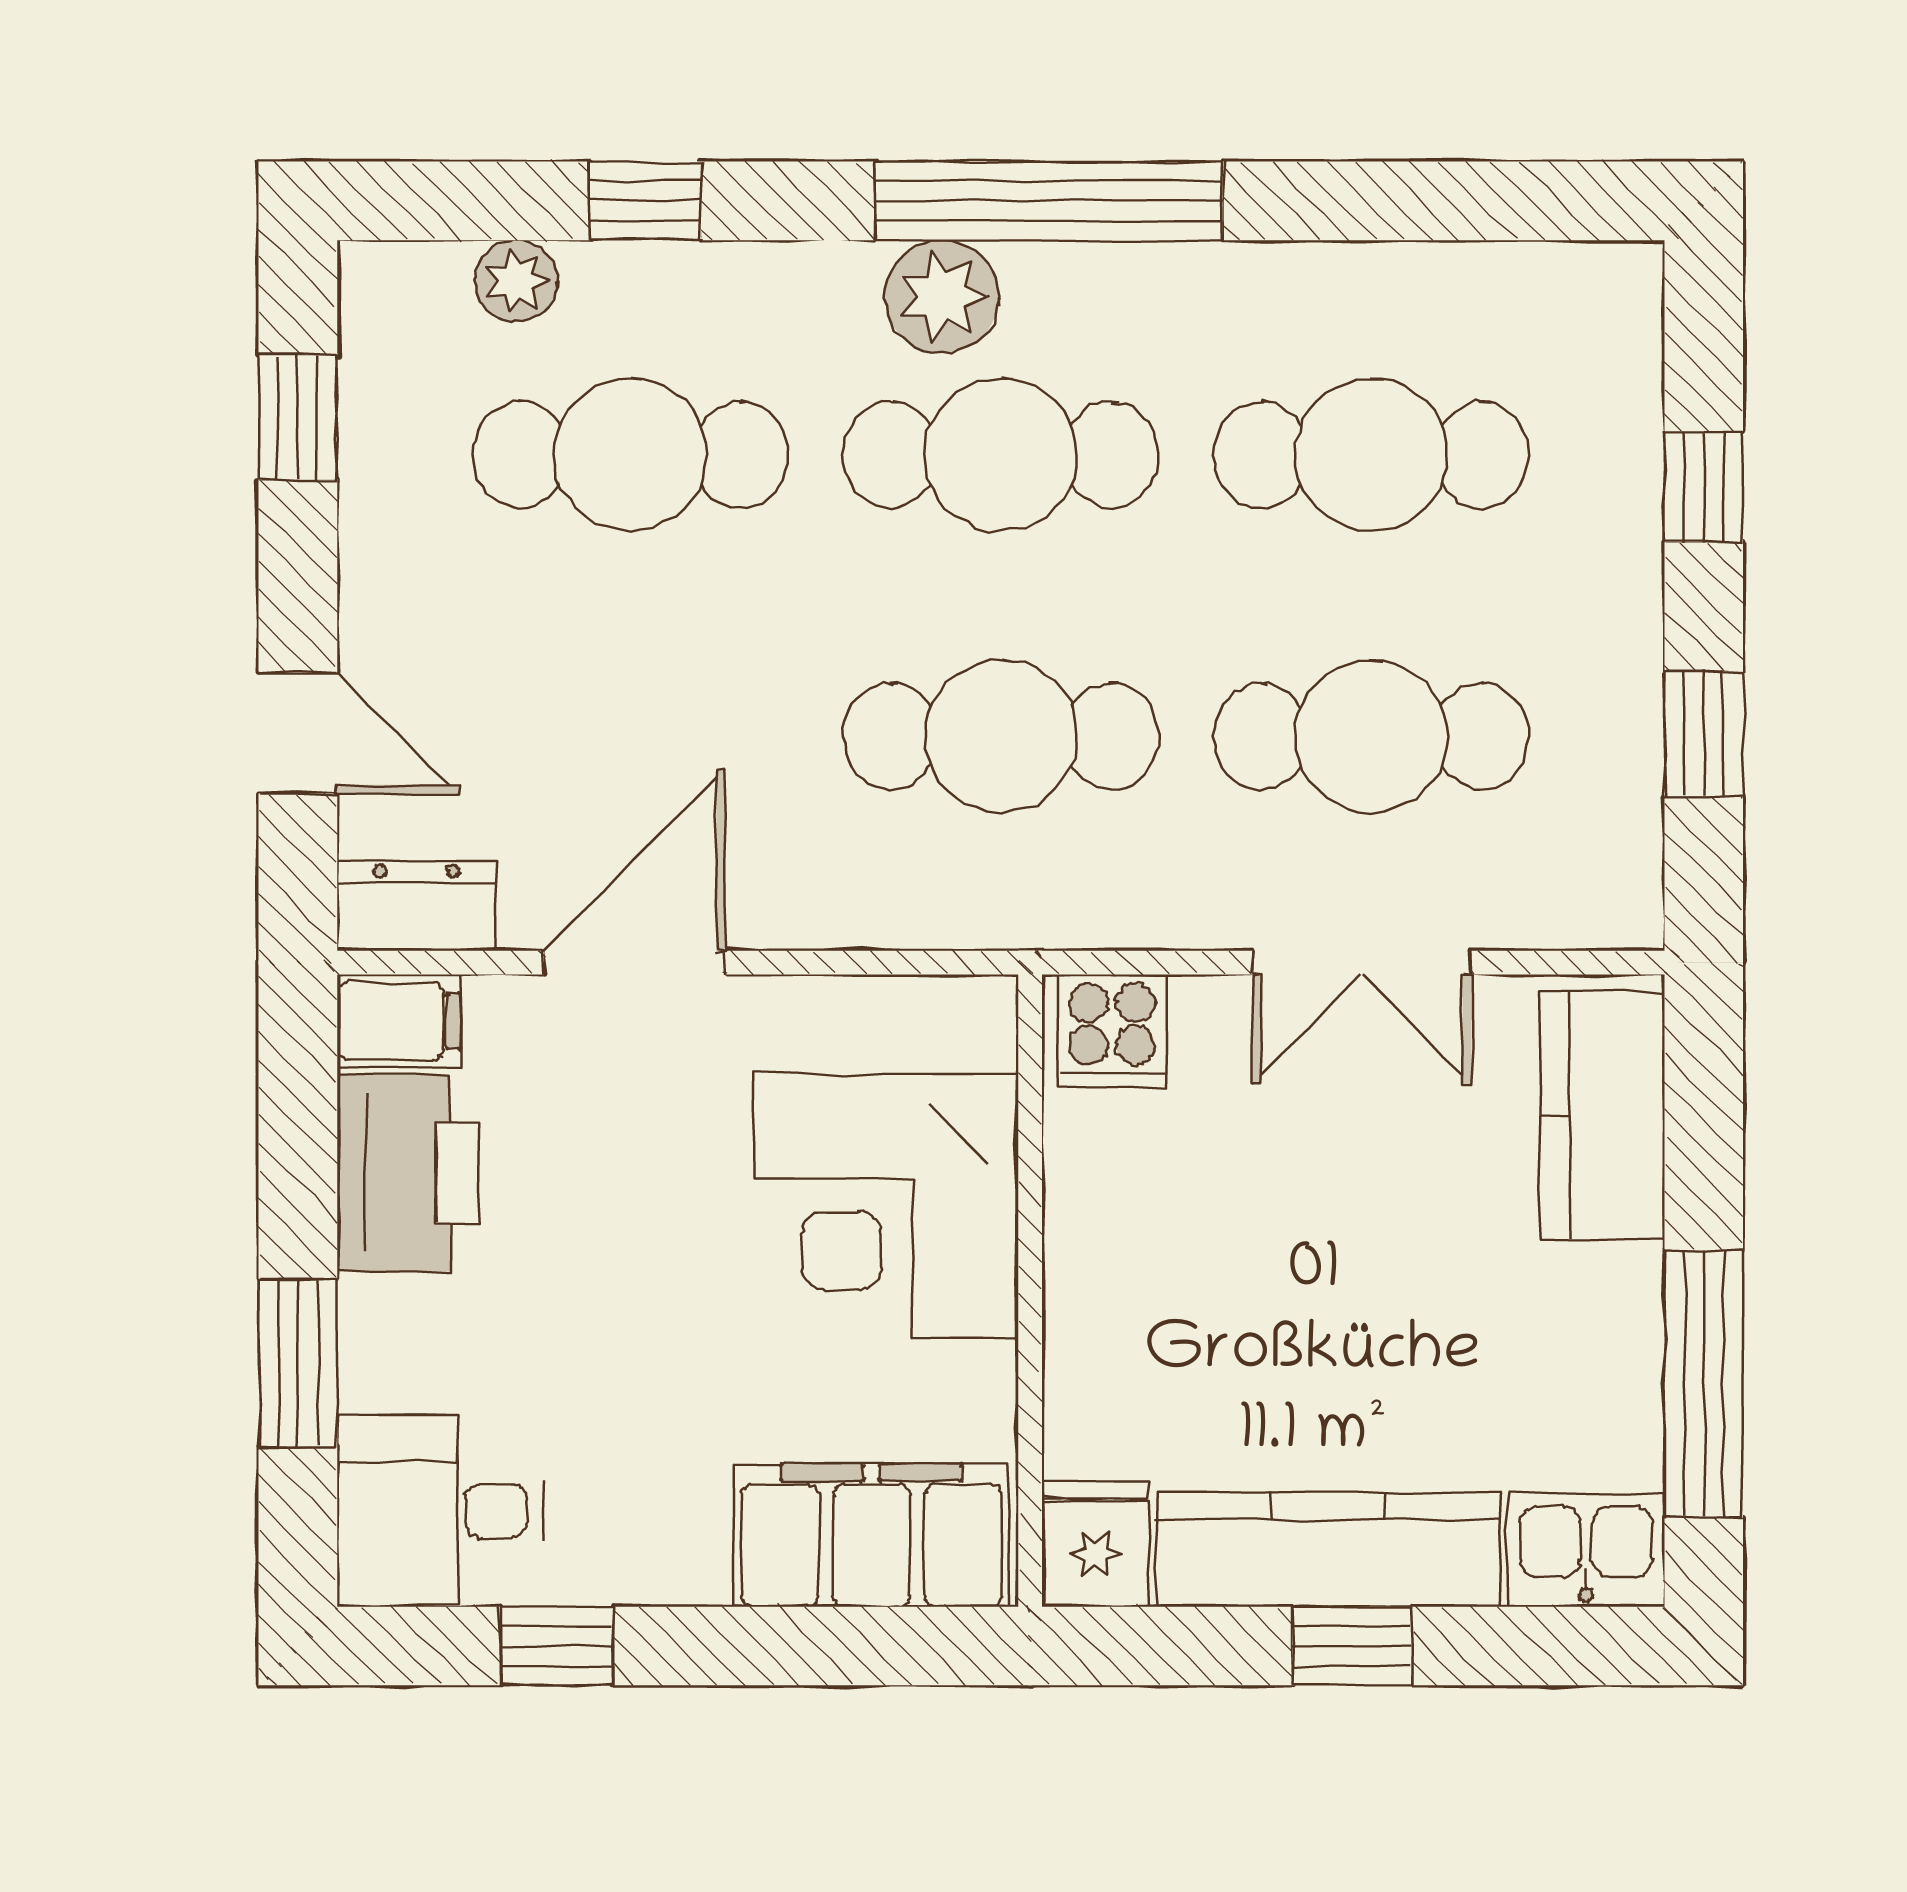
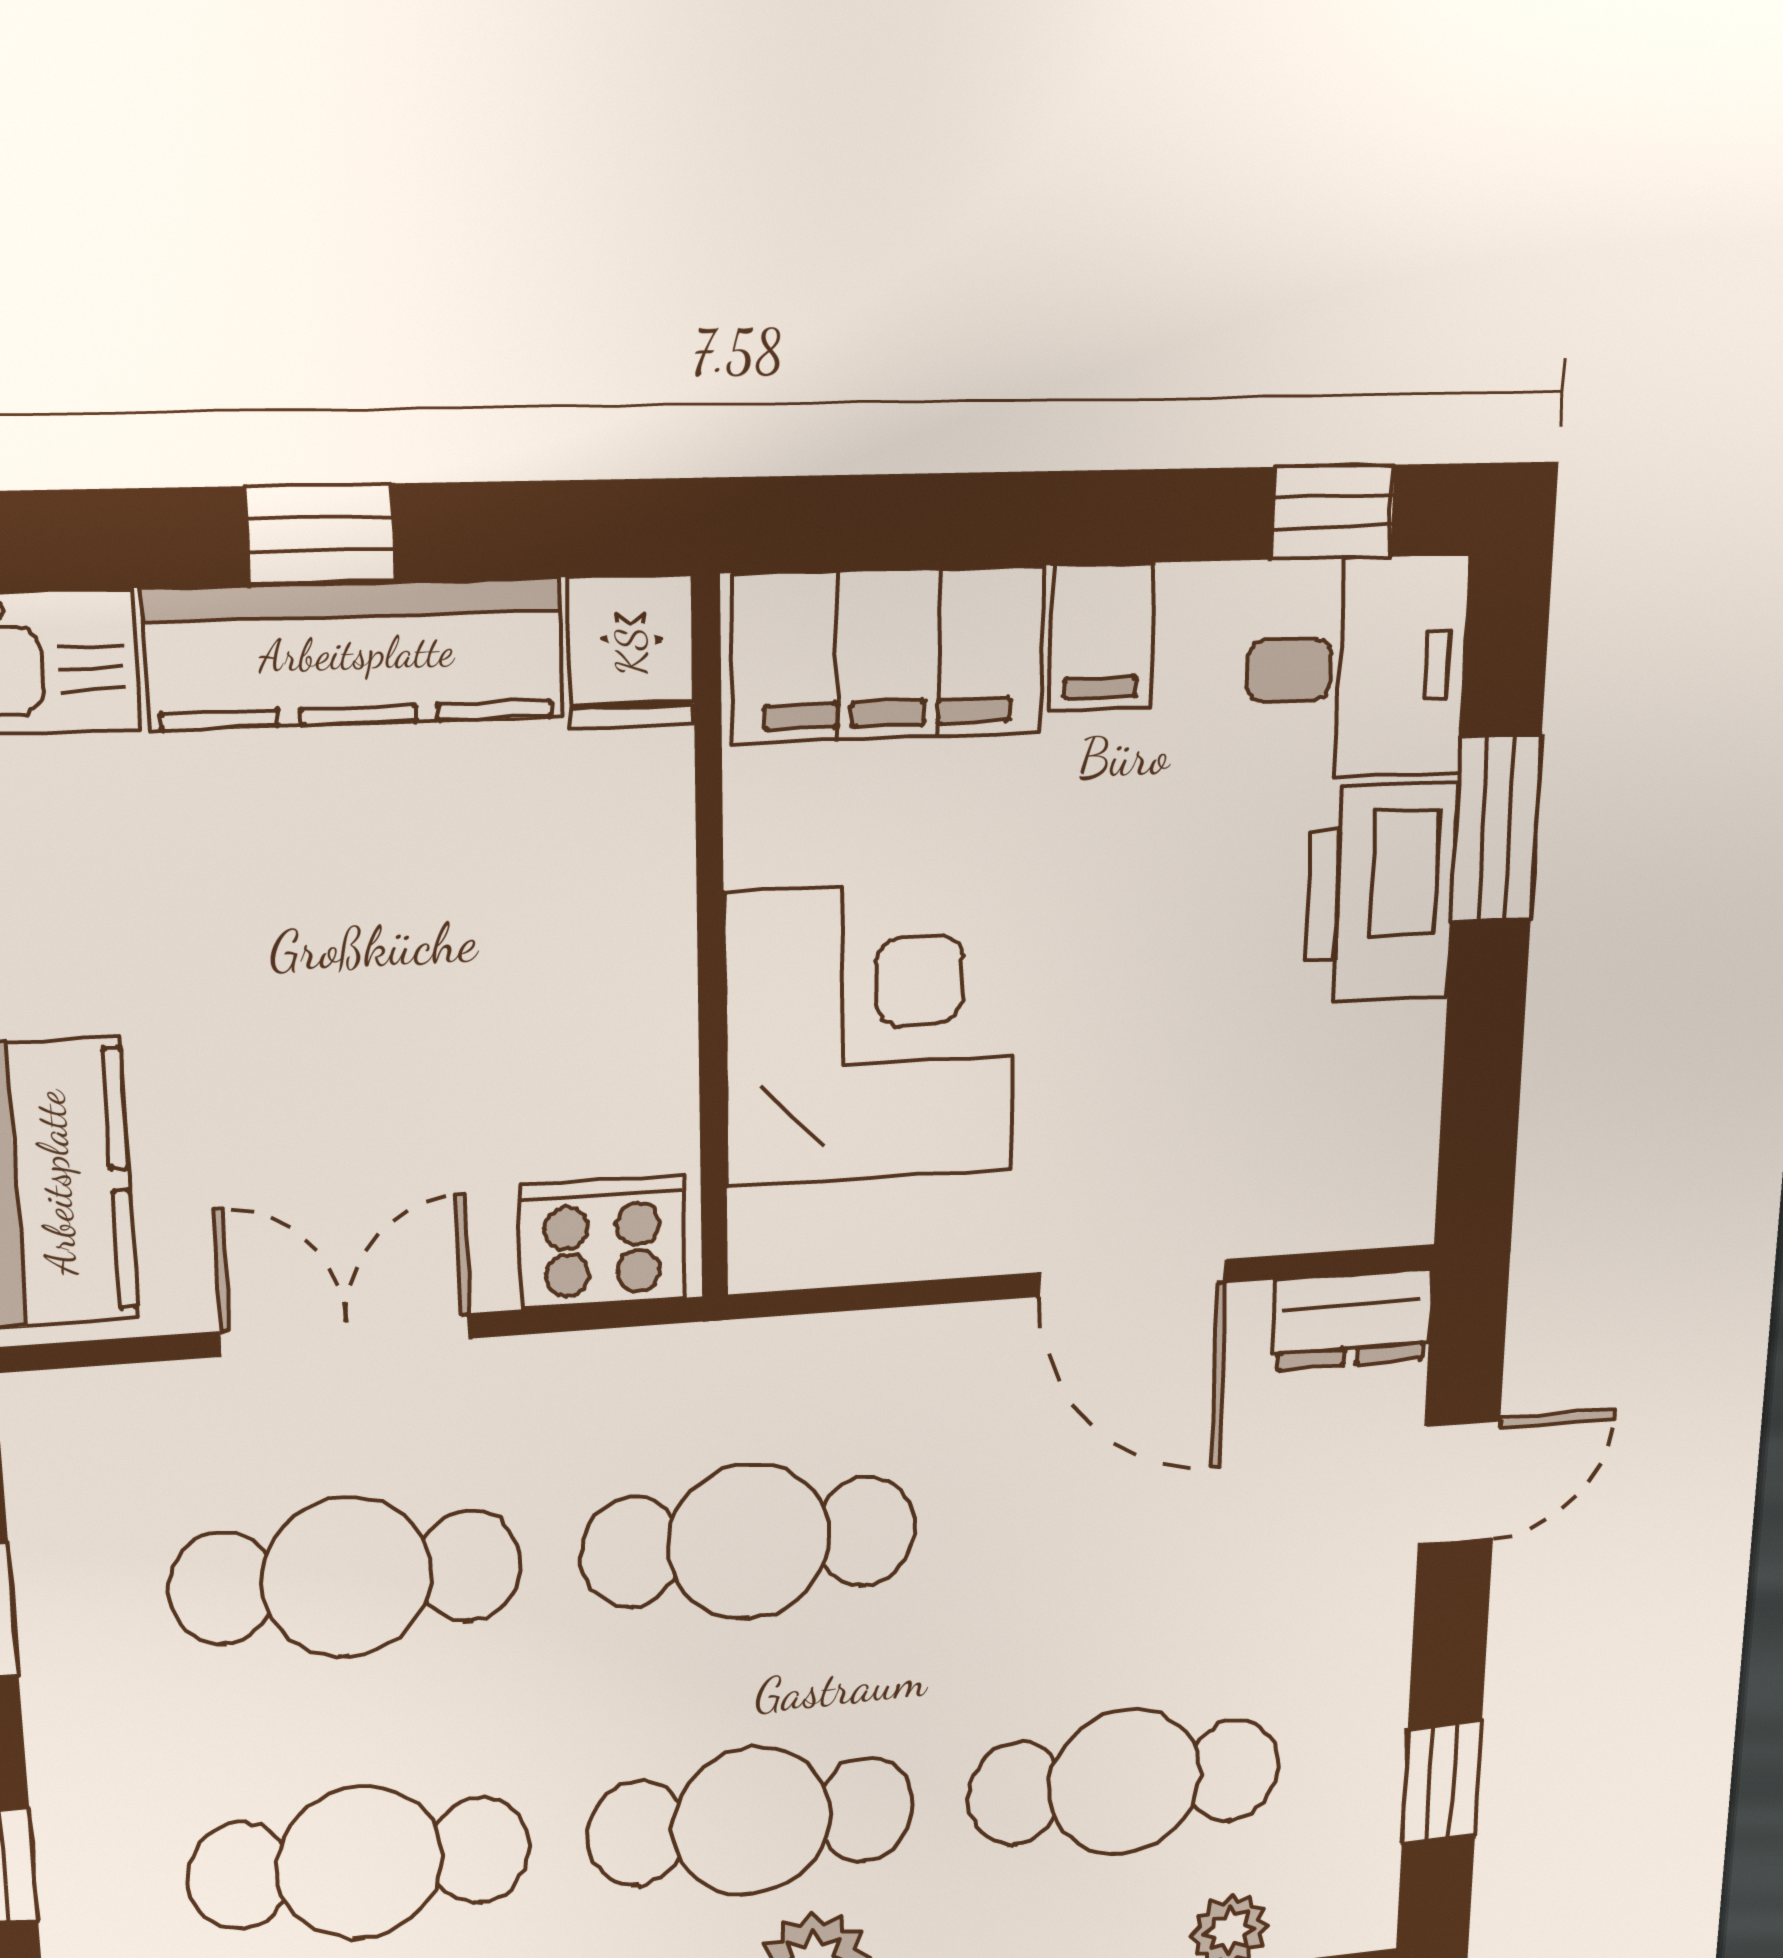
door: (298, 733) -> (1459, 1482), swing flipped
door: (635, 963) -> (1133, 1278), hinge flipped
filing cabinet: (399, 1021) -> (1101, 637), moved, turned -90
cooker: (1112, 1031) -> (603, 1242), width x1.36
printer: (408, 1173) -> (1381, 893), moved
window: (557, 1646) -> (1332, 512), moved

